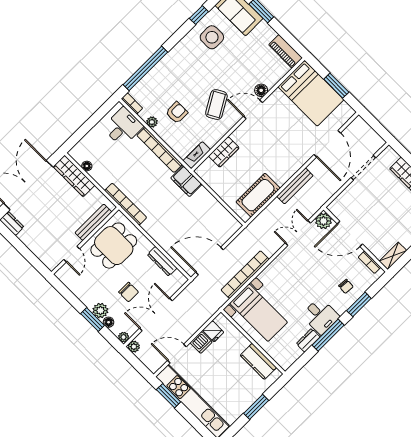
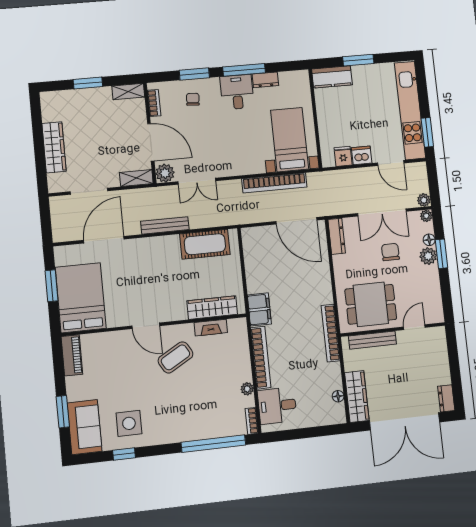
floor lamp: (261, 90) -> (124, 337), removed
armchair: (177, 113) -> (218, 379), removed
wardrobe: (224, 152) -> (212, 308), width x1.50
fireplace: (197, 155) -> (211, 328), moved
shelving: (340, 202) -> (136, 178), added
dresser: (162, 261) -> (337, 236), moved
kitchen counter: (258, 361) -> (332, 77), moved, turned 90

